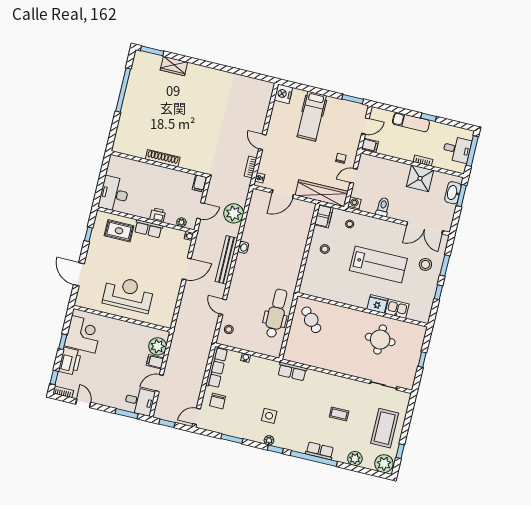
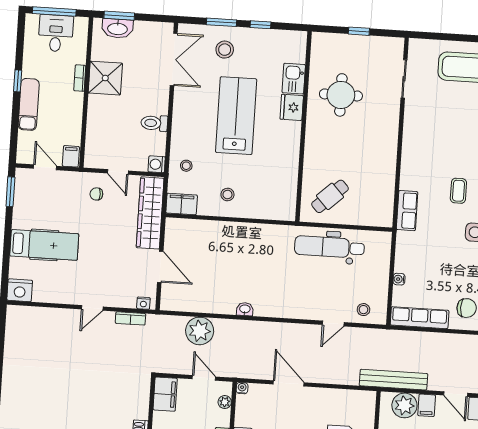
filing cabinet: (200, 183) -> (165, 394), width x2.00
bench: (226, 260) -> (393, 380), moved
coffee table: (339, 414) -> (458, 191), moved

